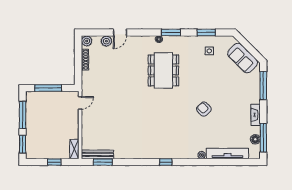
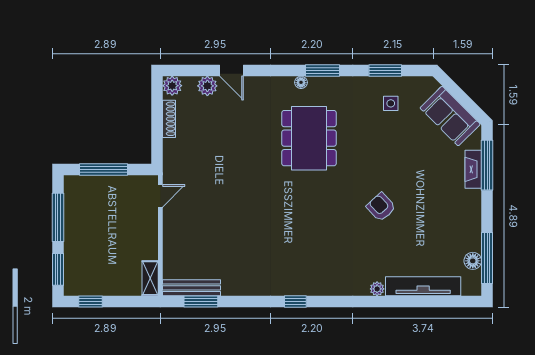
door: (120, 32) -> (232, 70), hinge flipped
fireplace: (256, 115) -> (473, 169), moved
window: (54, 162) -> (91, 301), moved
window: (166, 162) -> (295, 301), moved

